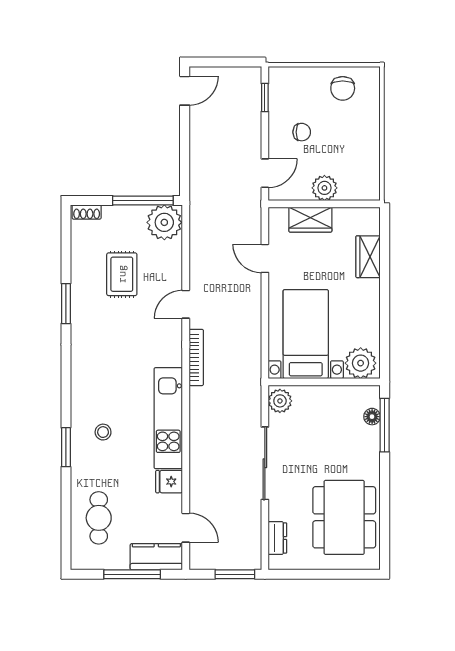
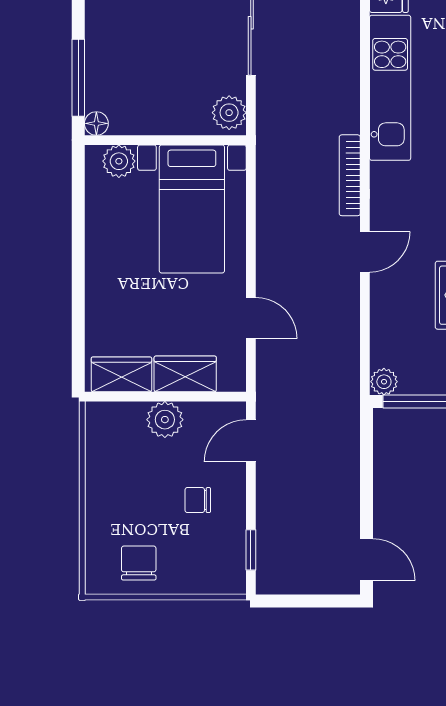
door: (185, 91) -> (366, 560), swing flipped
plant: (164, 222) -> (384, 382), width x0.53, depth x0.53
wardrobe: (368, 257) -> (121, 374), moved, turned -90
plant: (361, 363) -> (119, 161), width x0.73, depth x0.73
floor lamp: (372, 417) -> (96, 123), moved

